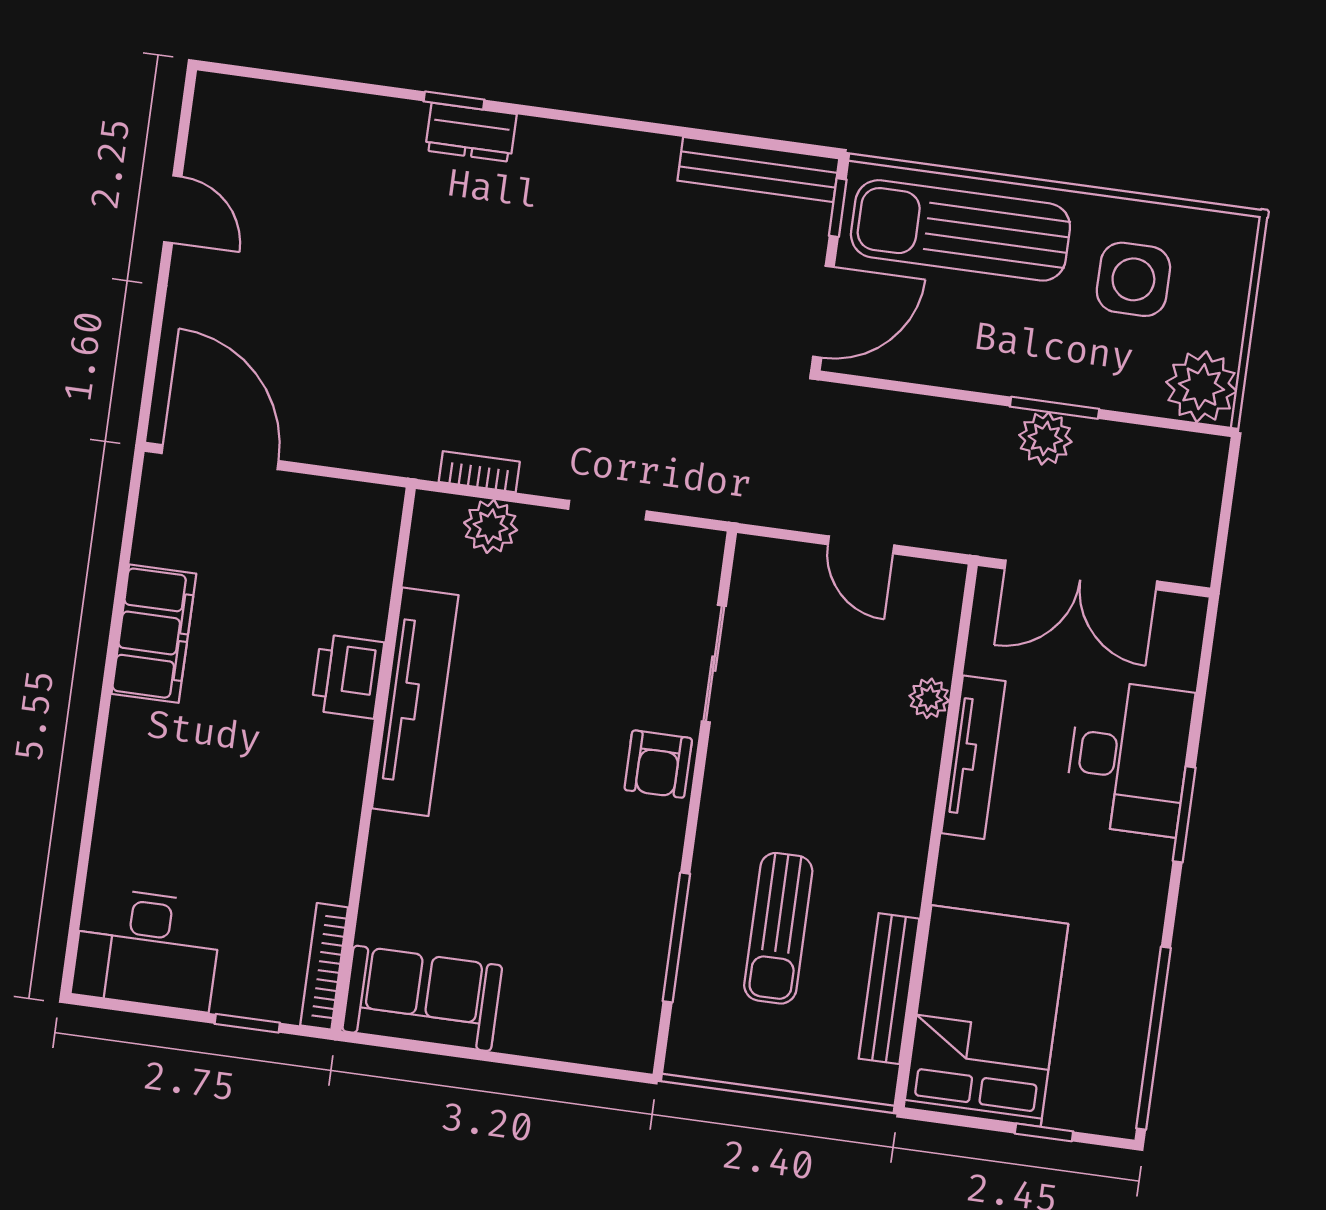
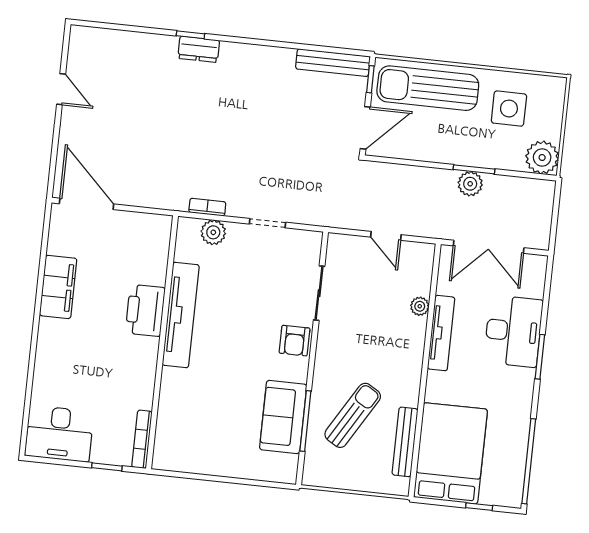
printer: (348, 676) -> (145, 310), width x1.37, depth x1.19
sun lounger: (778, 928) -> (353, 415), turned -149
sofa: (422, 998) -> (283, 417), moved, turned -90

